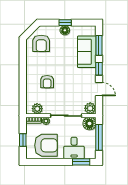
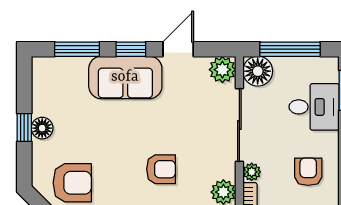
sofa: (87, 52) -> (125, 77), moved
armchair: (46, 145) -> (308, 172), width x0.53, depth x0.53

